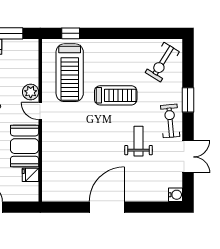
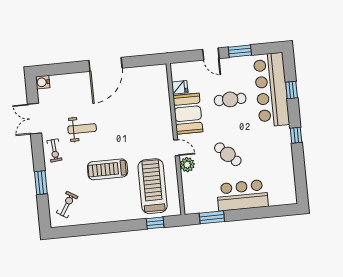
exercise bike: (162, 62) -> (67, 205), width x0.73, depth x0.72
window: (188, 100) -> (41, 183), moved
exercise bike: (170, 121) -> (54, 150), width x0.73, depth x0.72
weight bench: (138, 141) -> (82, 129), turned -90

